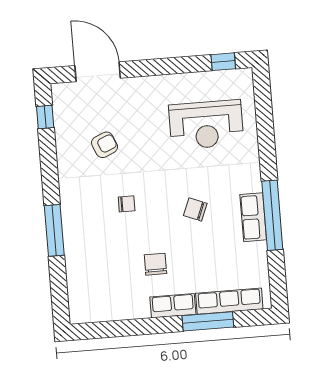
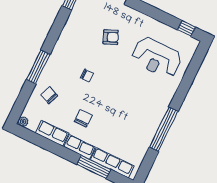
armchair: (105, 145) -> (111, 37), moved
chair: (195, 209) -> (49, 95), moved
row of seats: (253, 217) -> (52, 133), moved, turned 90
plant: (77, 316) -> (23, 122), added

